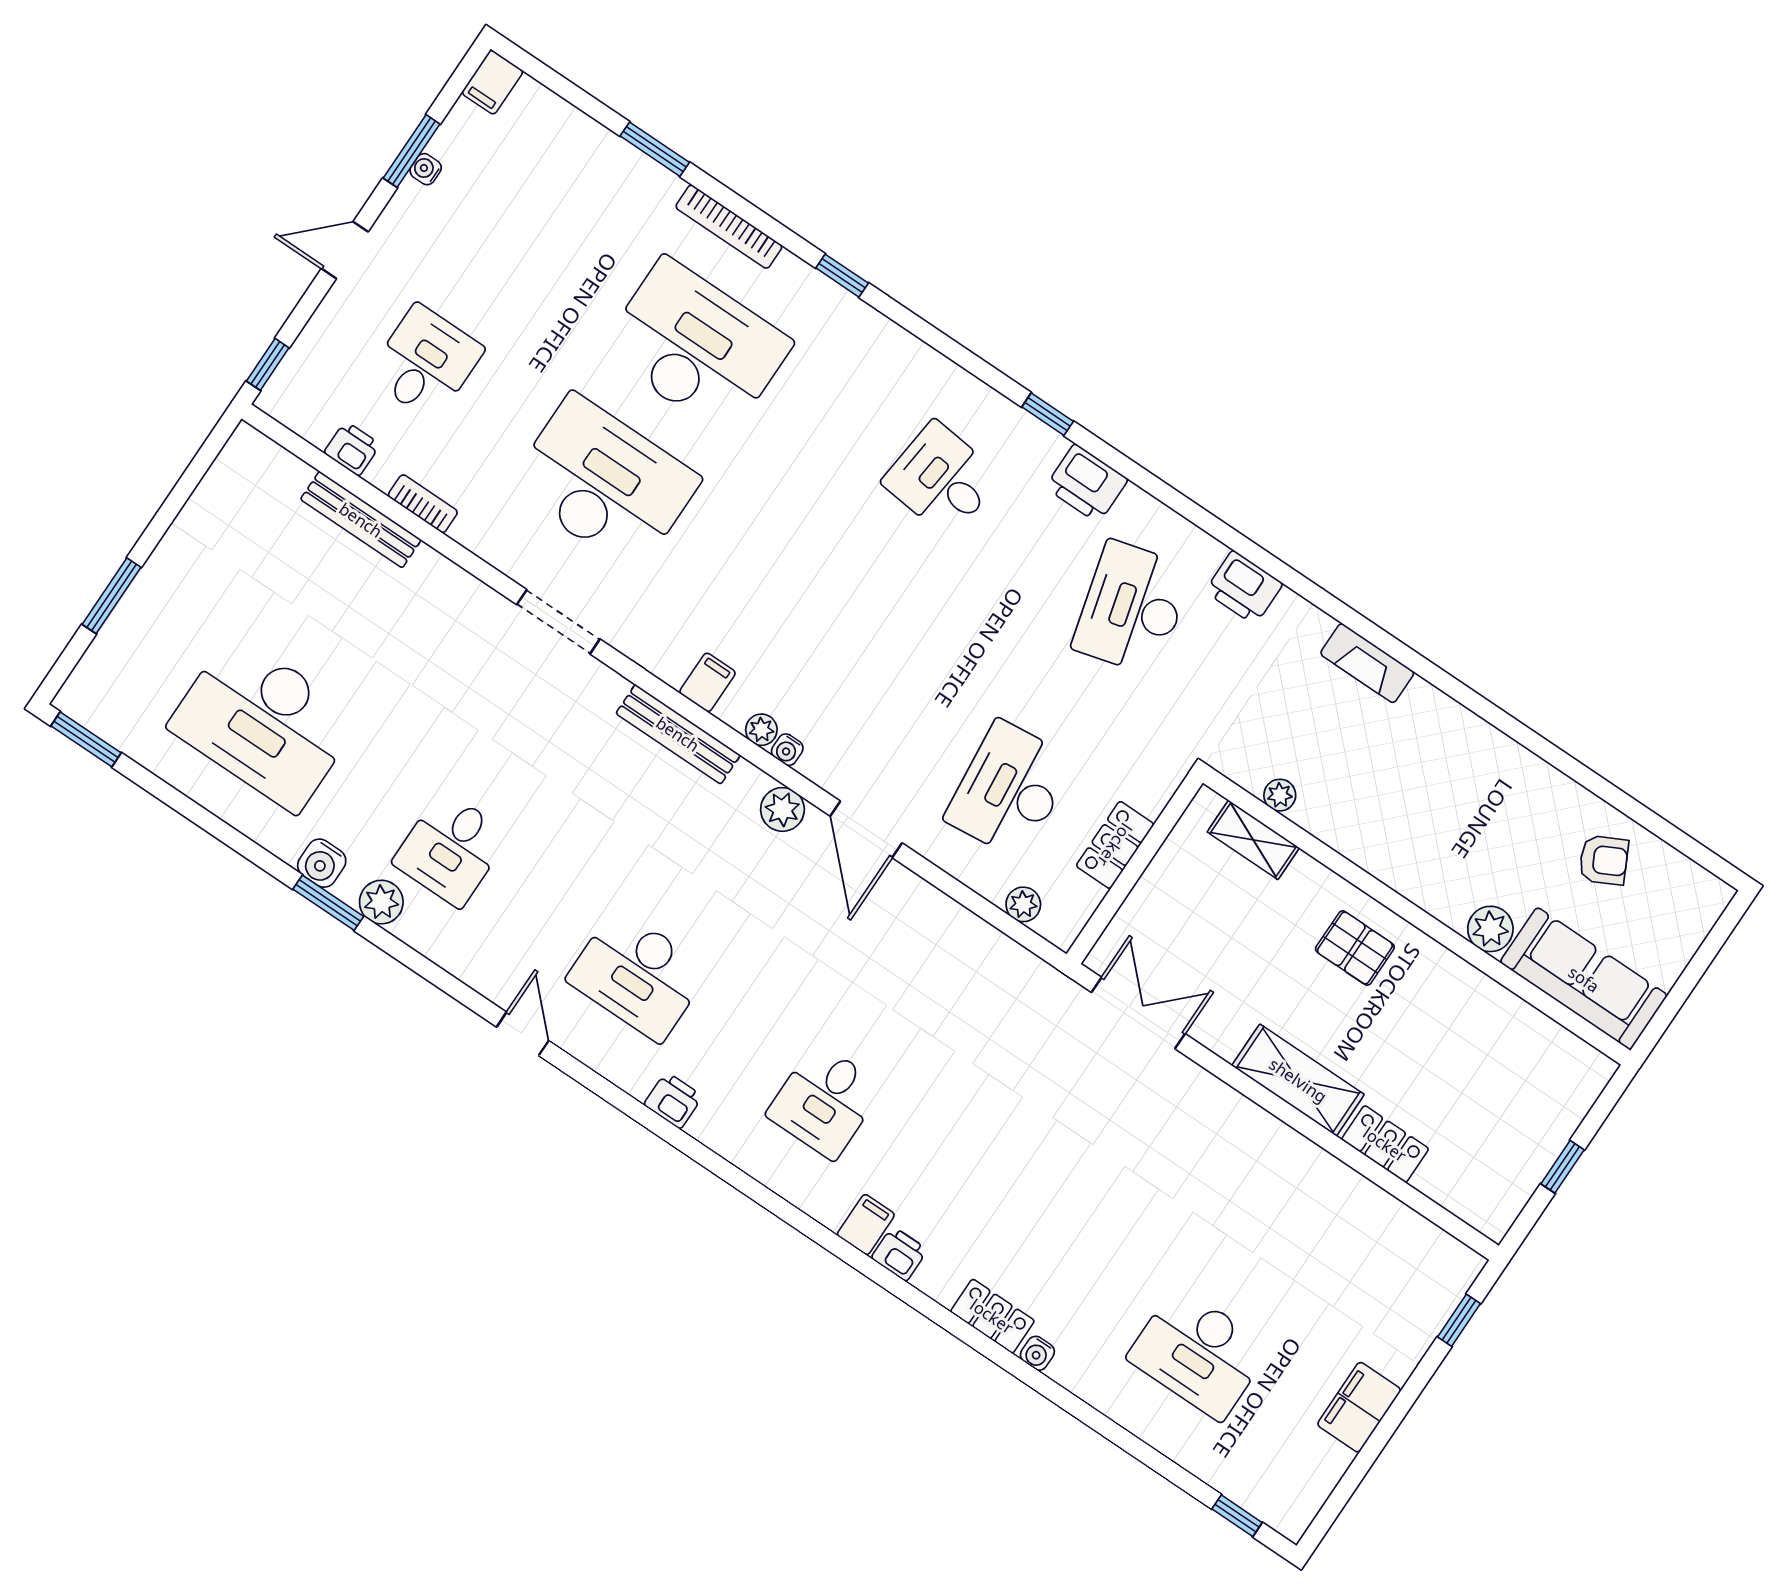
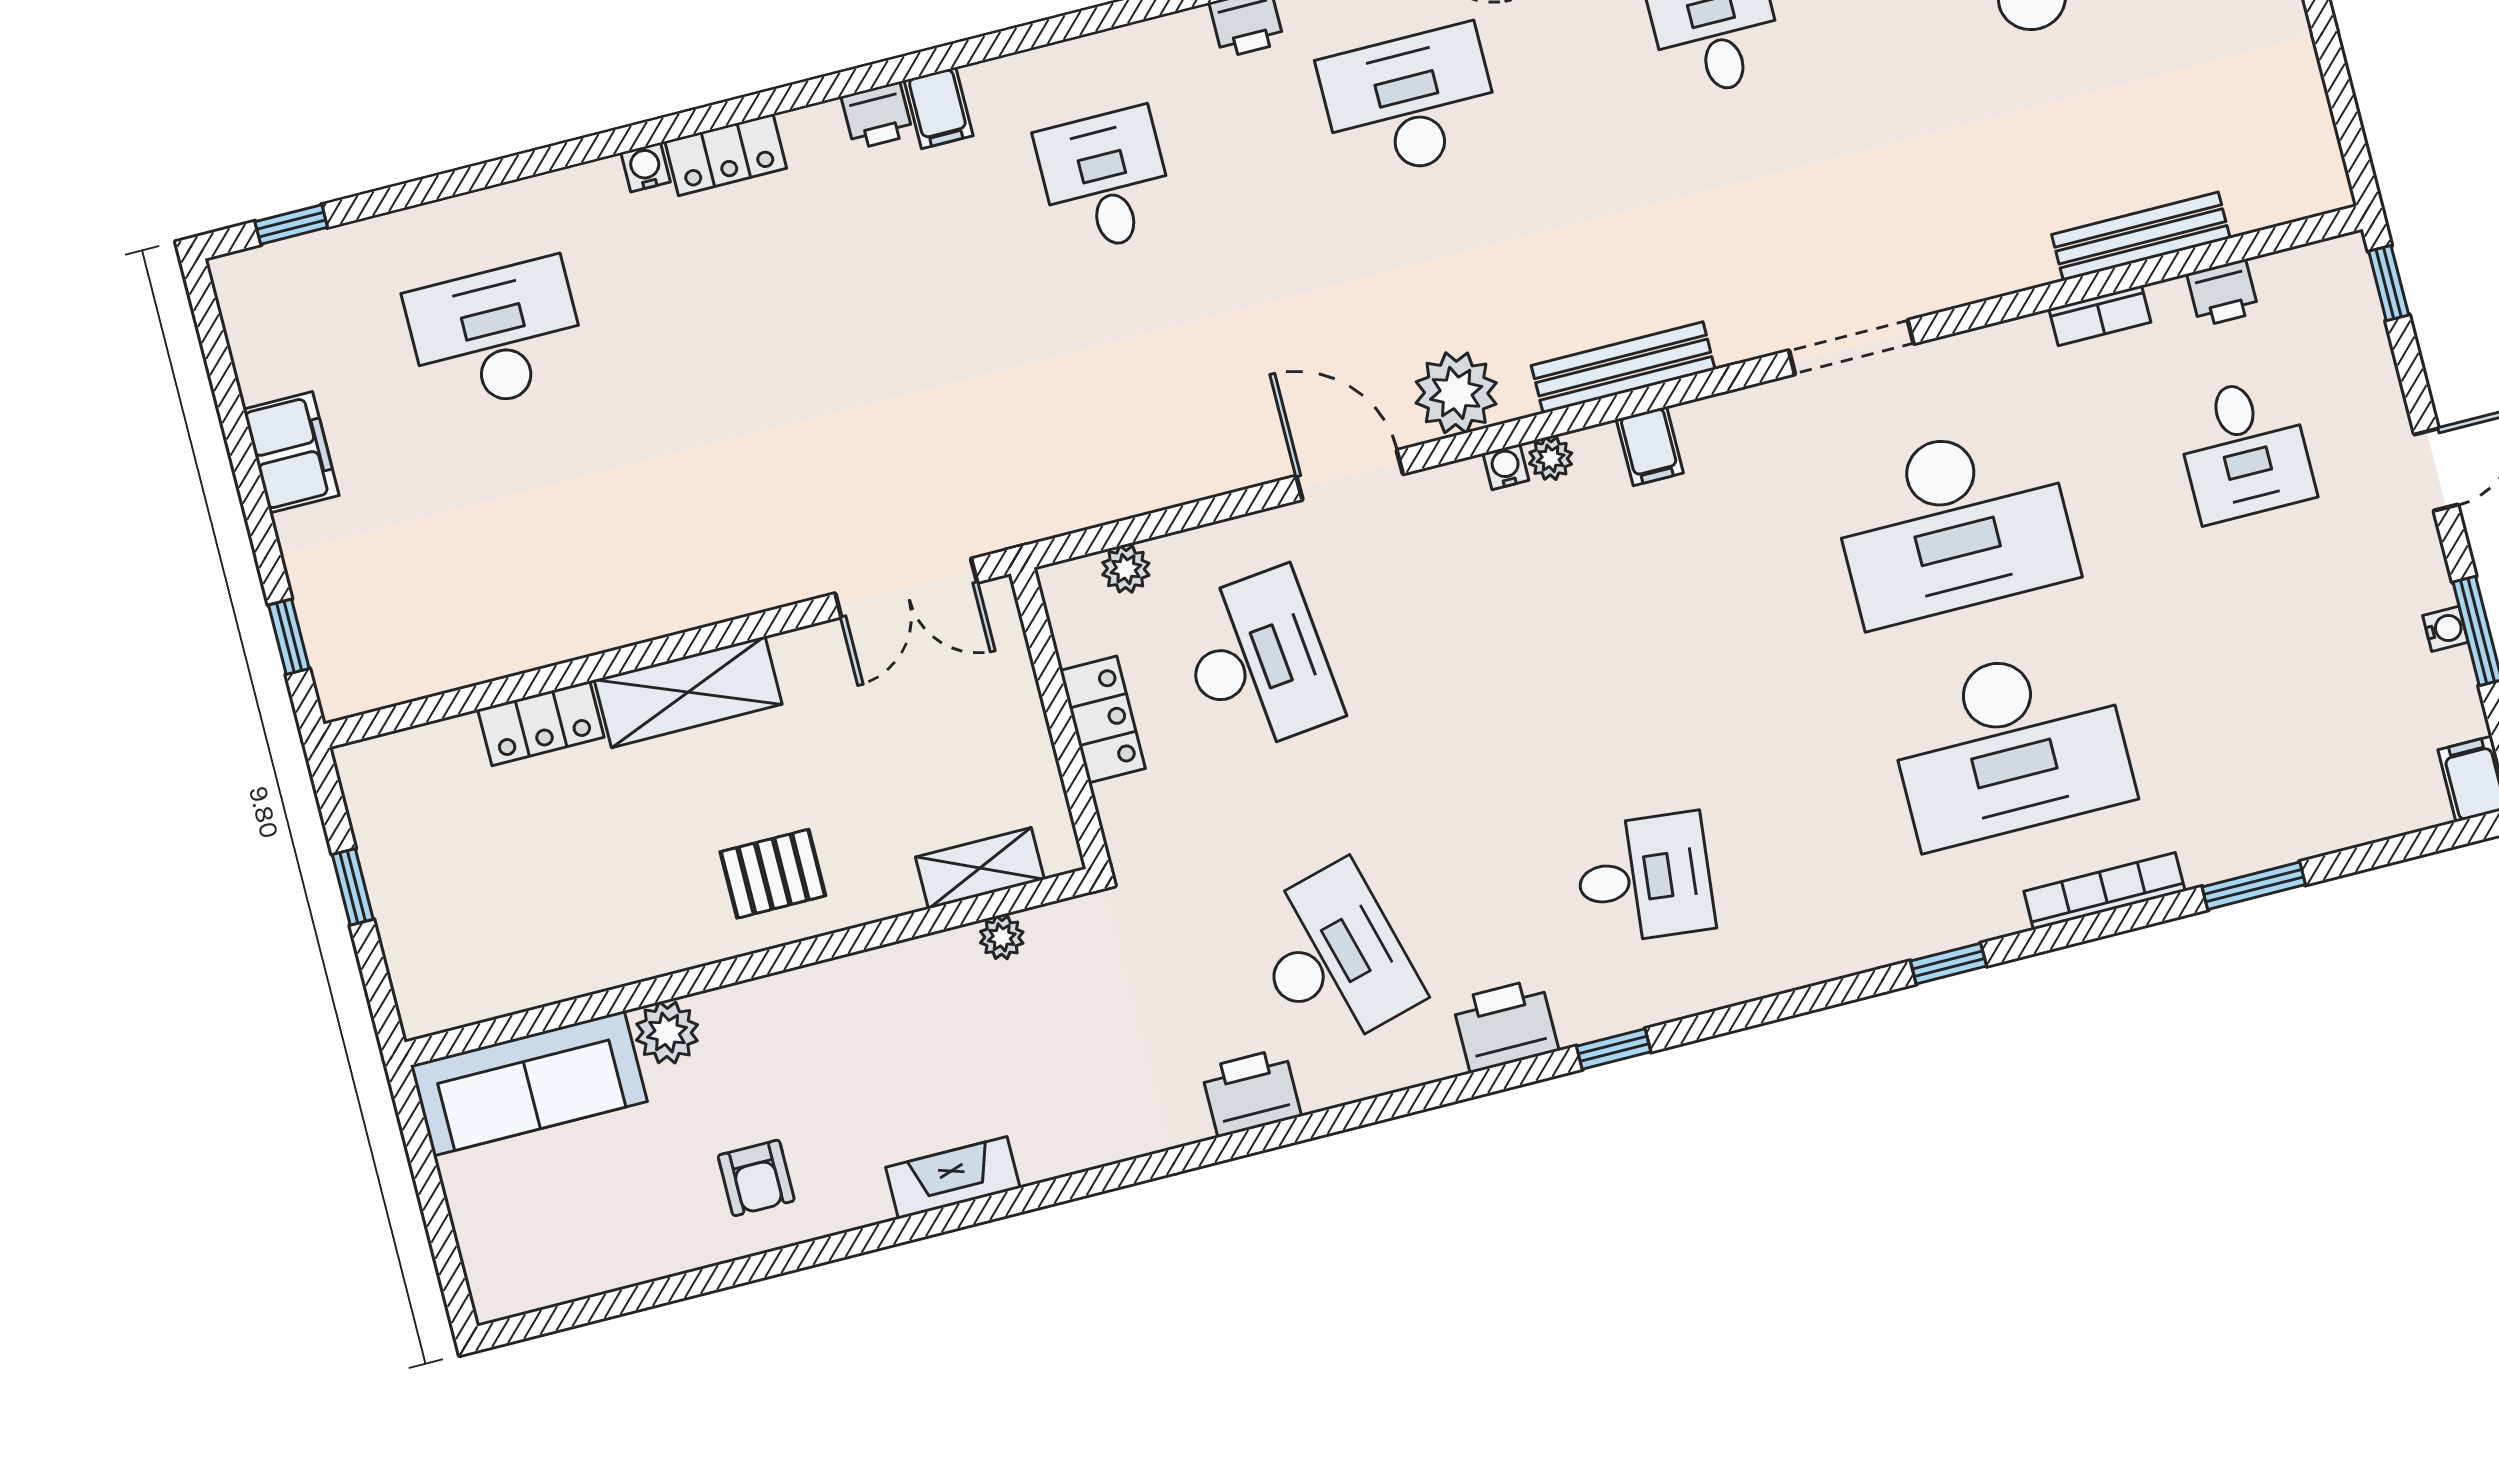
fireplace: (1367, 663) -> (953, 1178), moved
plant: (782, 809) -> (1456, 393), width x1.36, depth x1.36
armchair: (1604, 860) -> (756, 1178), moved, turned -63

